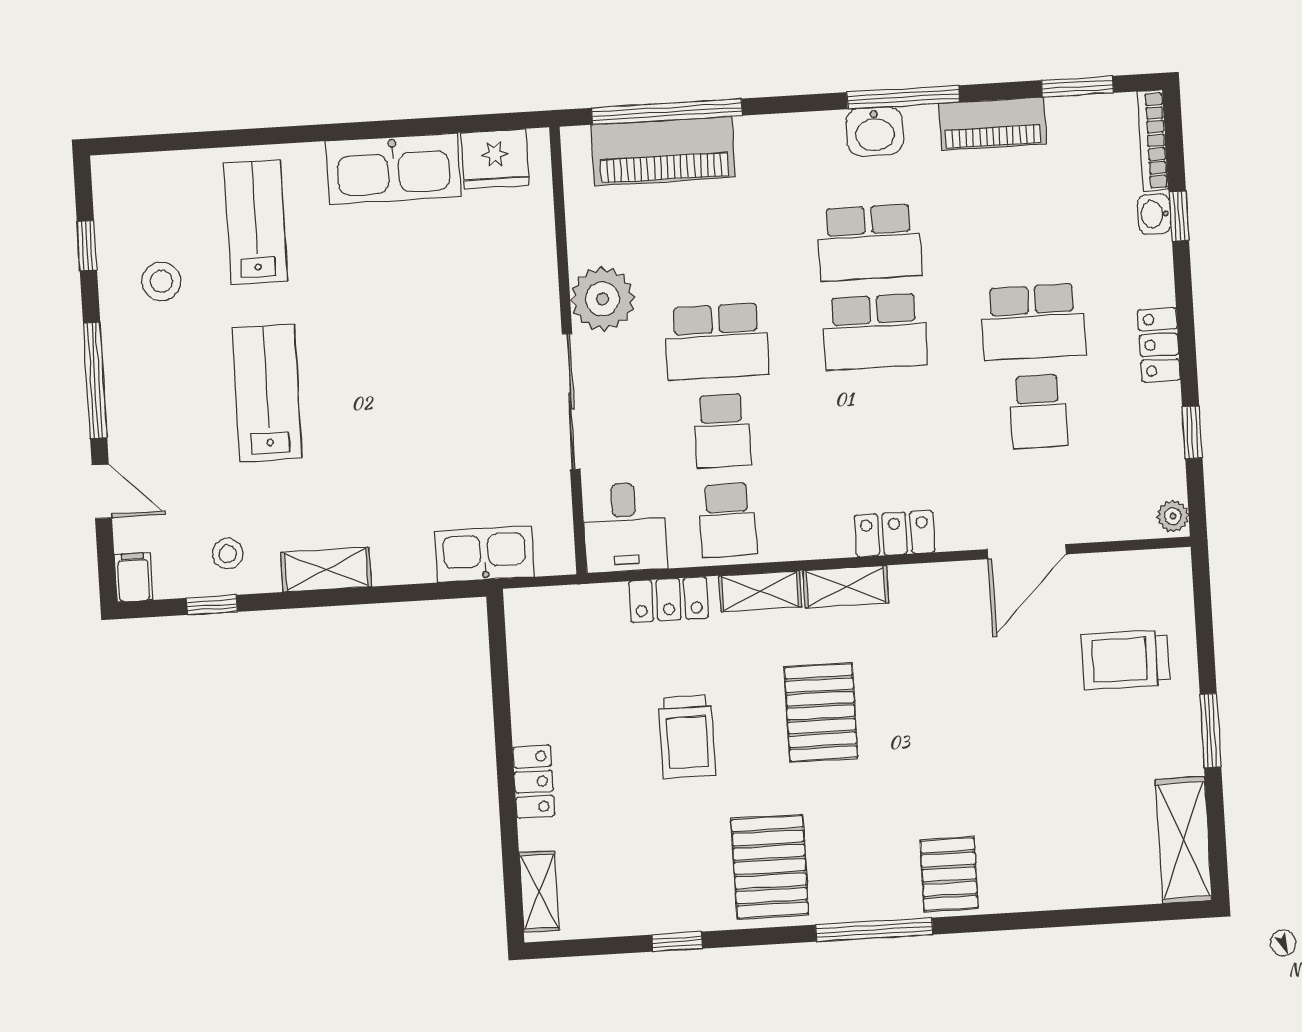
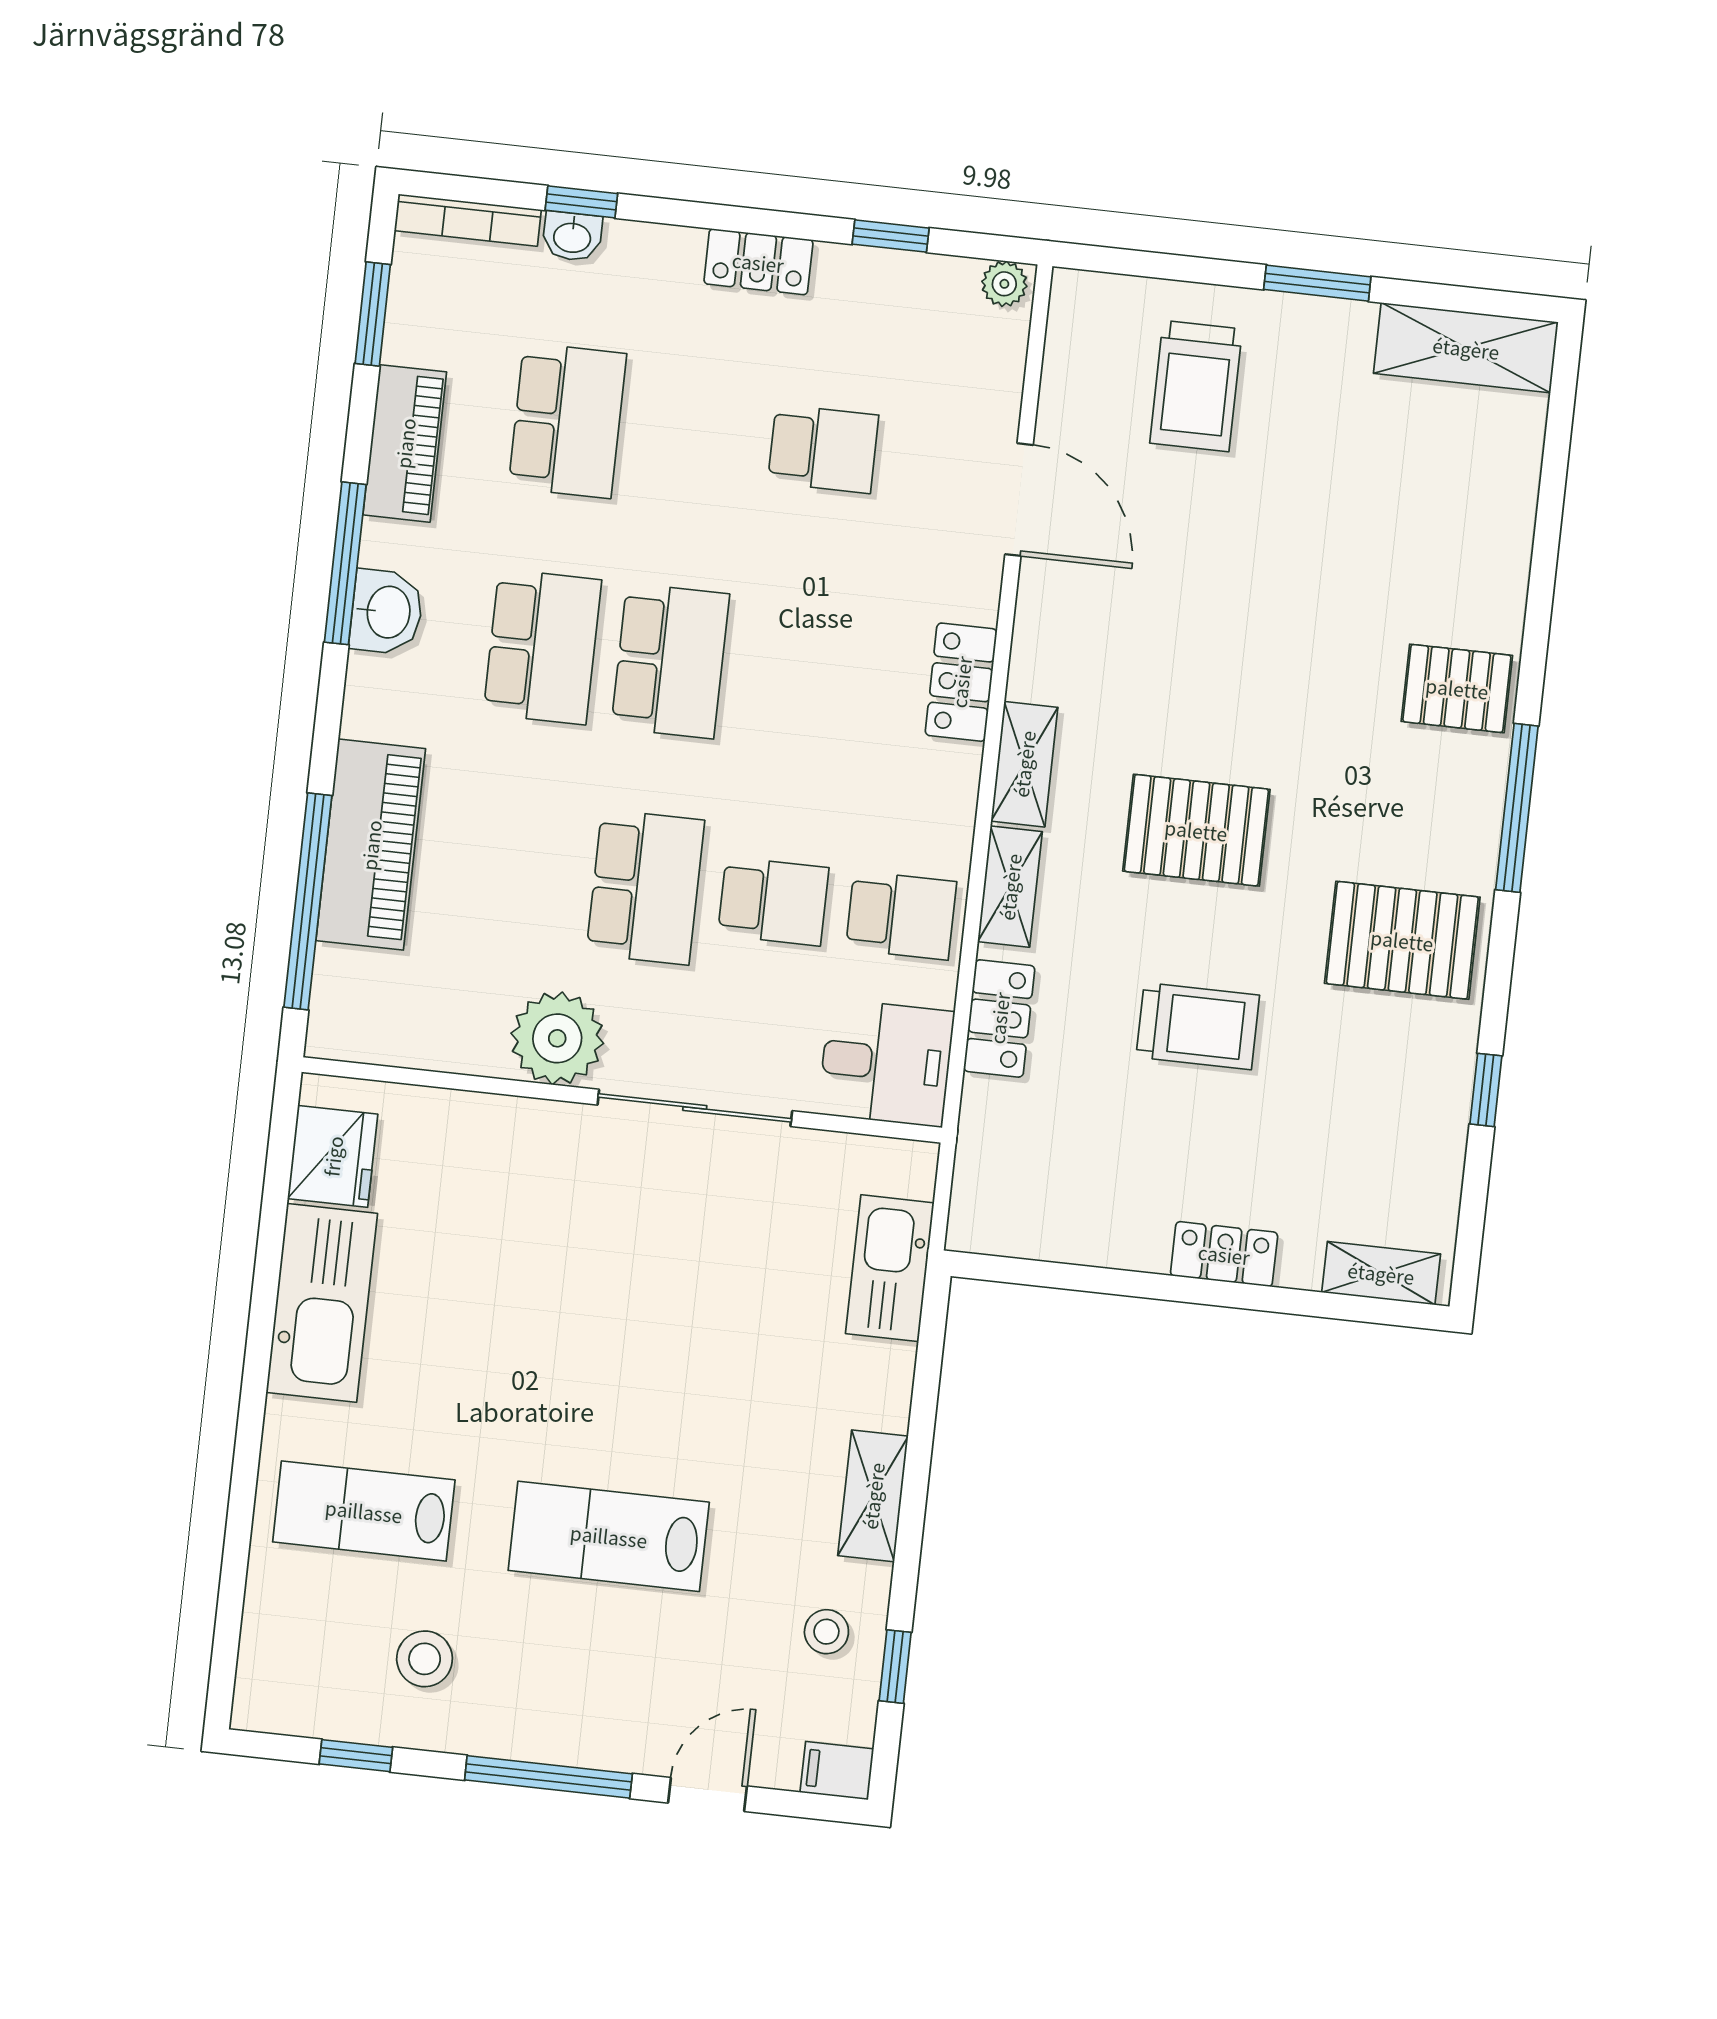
piano: (663, 151) -> (371, 845), moved
school desk: (1033, 322) -> (567, 421), moved

